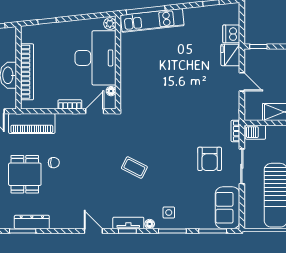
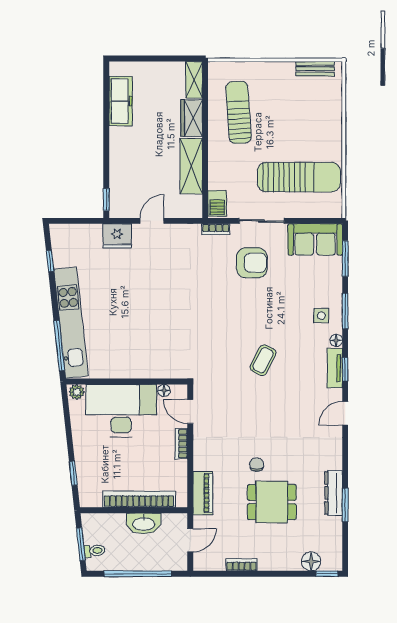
kitchen unit: (152, 20) -> (71, 323), width x1.36
dishwasher: (231, 34) -> (90, 235), removed
piano: (32, 124) -> (203, 493), width x0.73, depth x0.75

